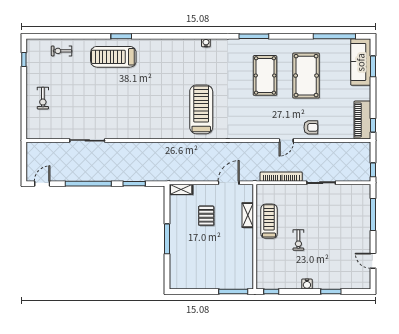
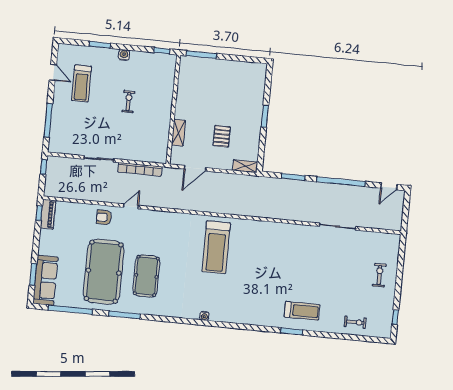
window: (254, 36) -> (124, 315), moved
treadmill: (113, 57) -> (302, 311), width x0.73, depth x0.73
pool table: (306, 76) -> (104, 272), width x1.36, depth x1.32
piano: (362, 120) -> (48, 214), width x0.73, depth x0.75
treadmill: (269, 221) -> (82, 83), moved
window: (167, 239) -> (265, 116), width x0.69

